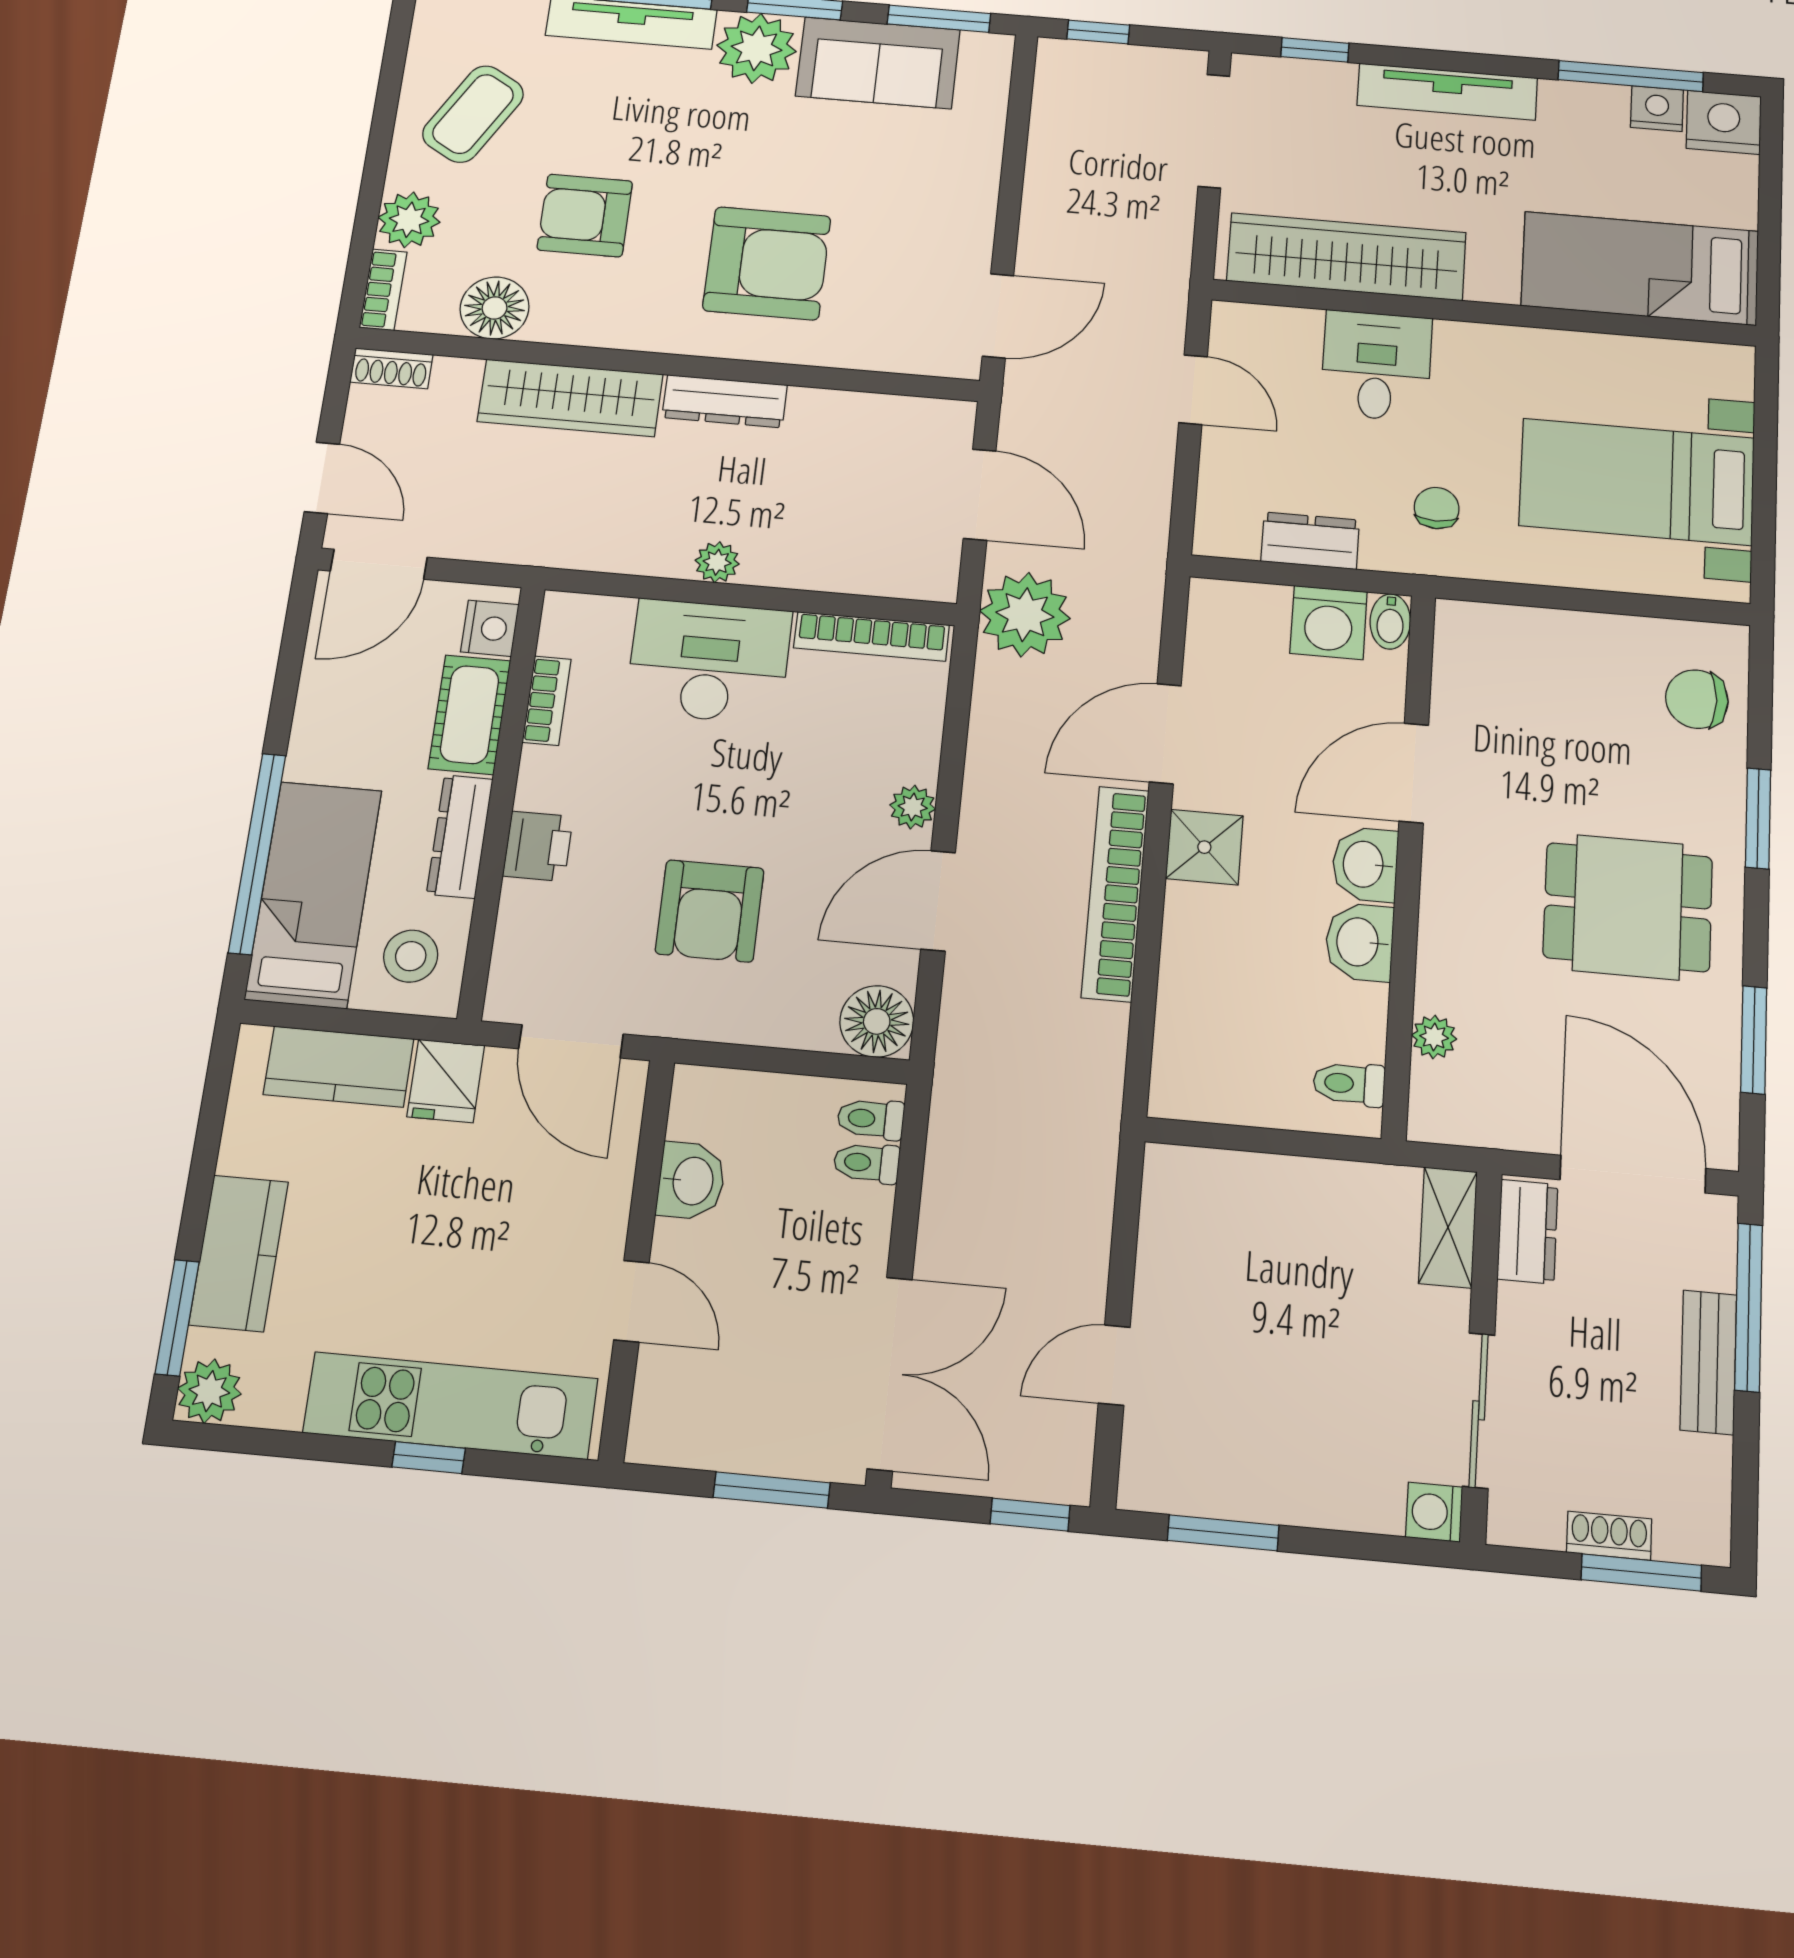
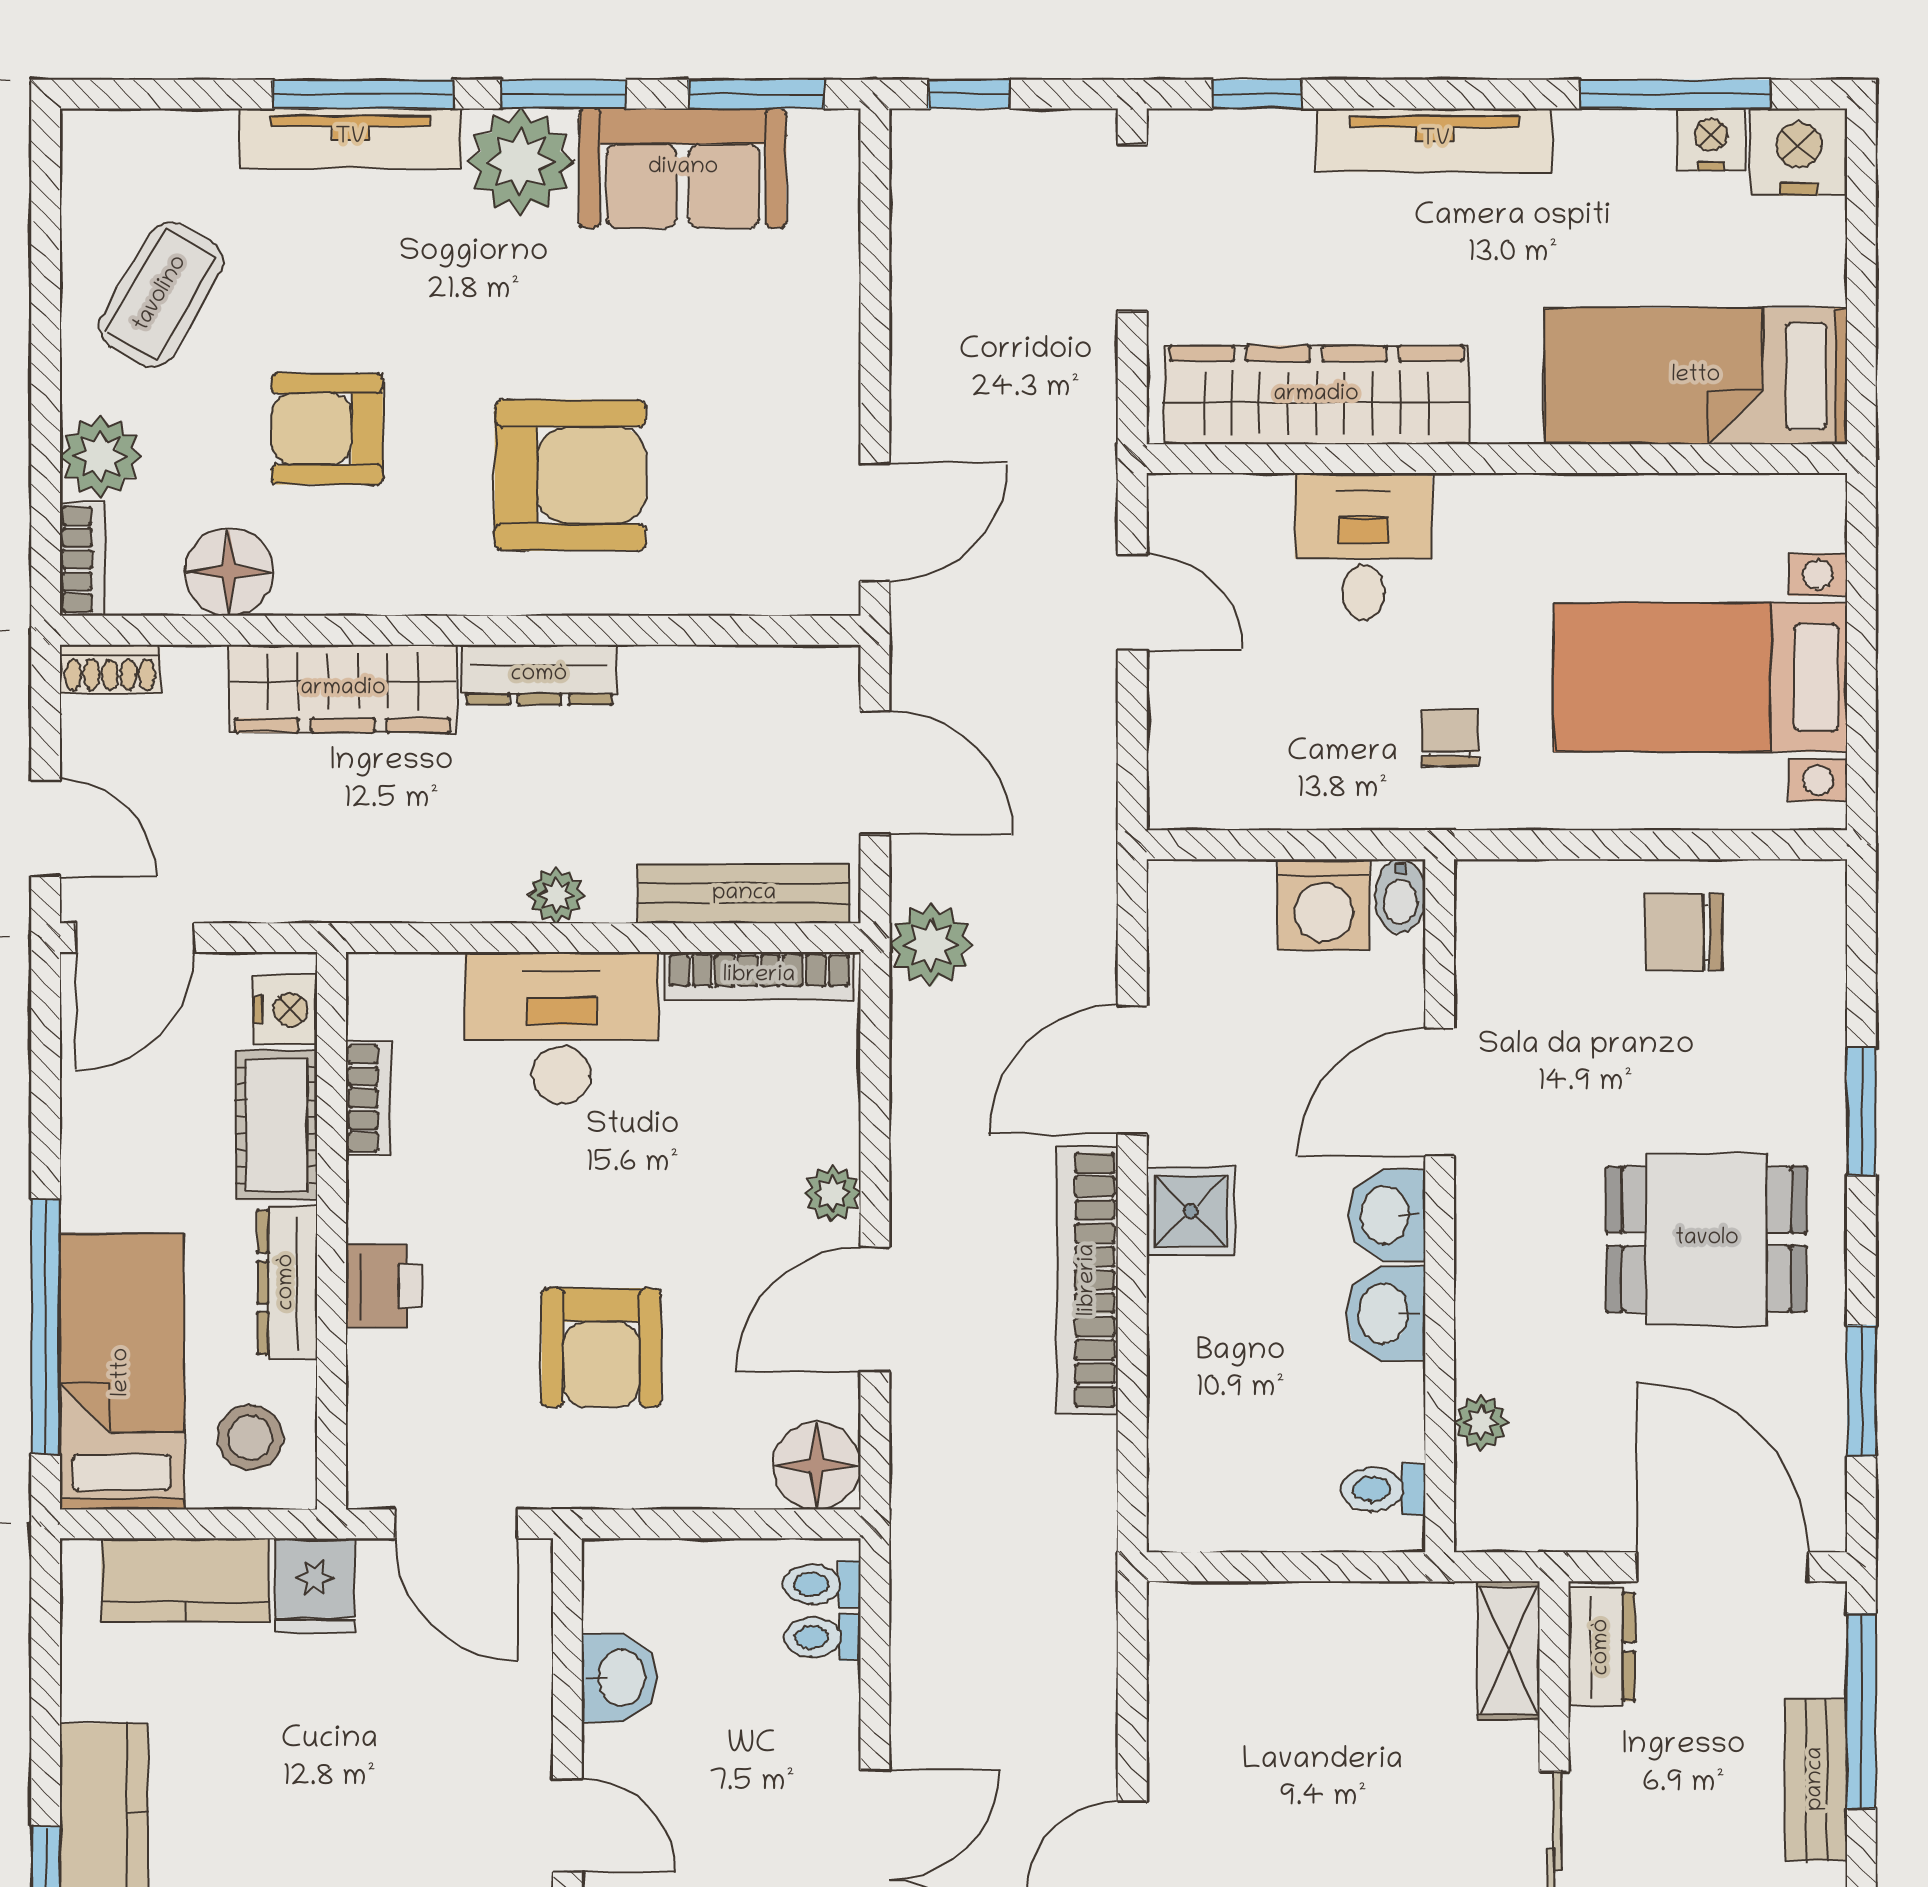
dresser: (1310, 541) -> (1294, 797), removed
bench: (866, 574) -> (744, 894), added
plant: (1025, 615) -> (931, 945), width x0.73, depth x0.73
chair: (1697, 699) -> (1684, 932), moved

